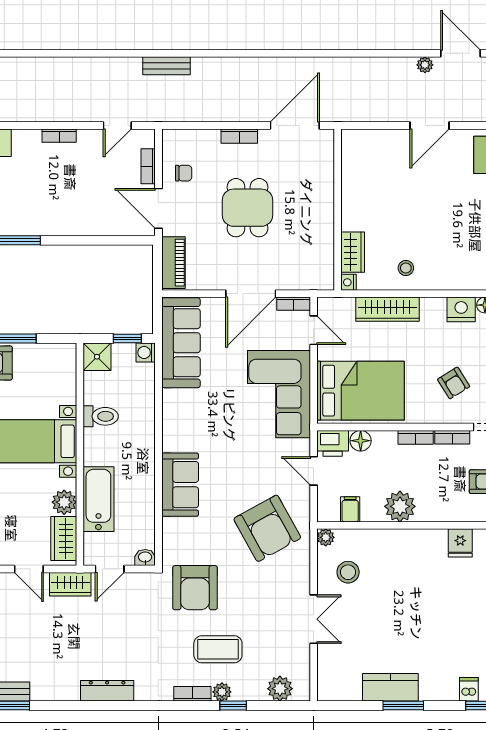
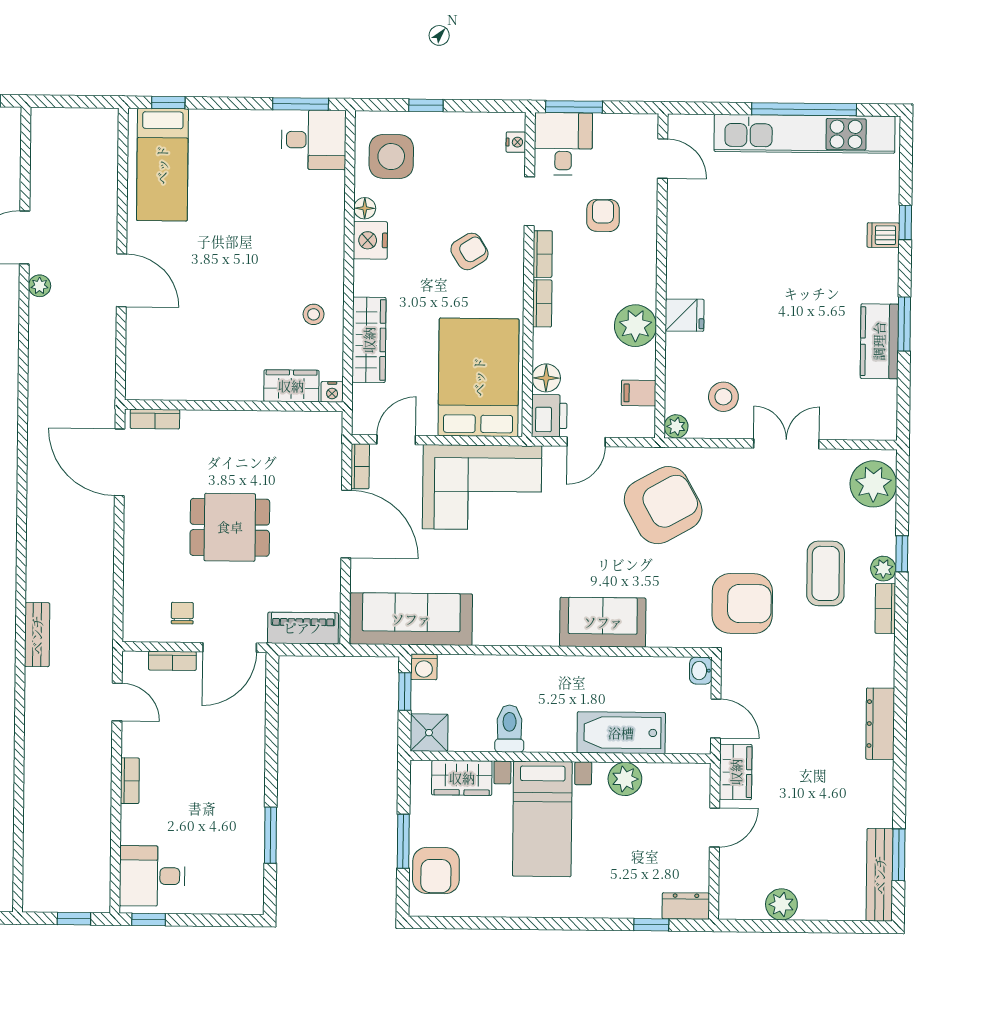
bookcase: (239, 136) -> (155, 419), moved, turned 90
wardrobe: (64, 539) -> (462, 778), moved
fridge: (460, 543) -> (685, 315), moved
plant: (280, 689) -> (873, 484), width x1.36, depth x1.36

